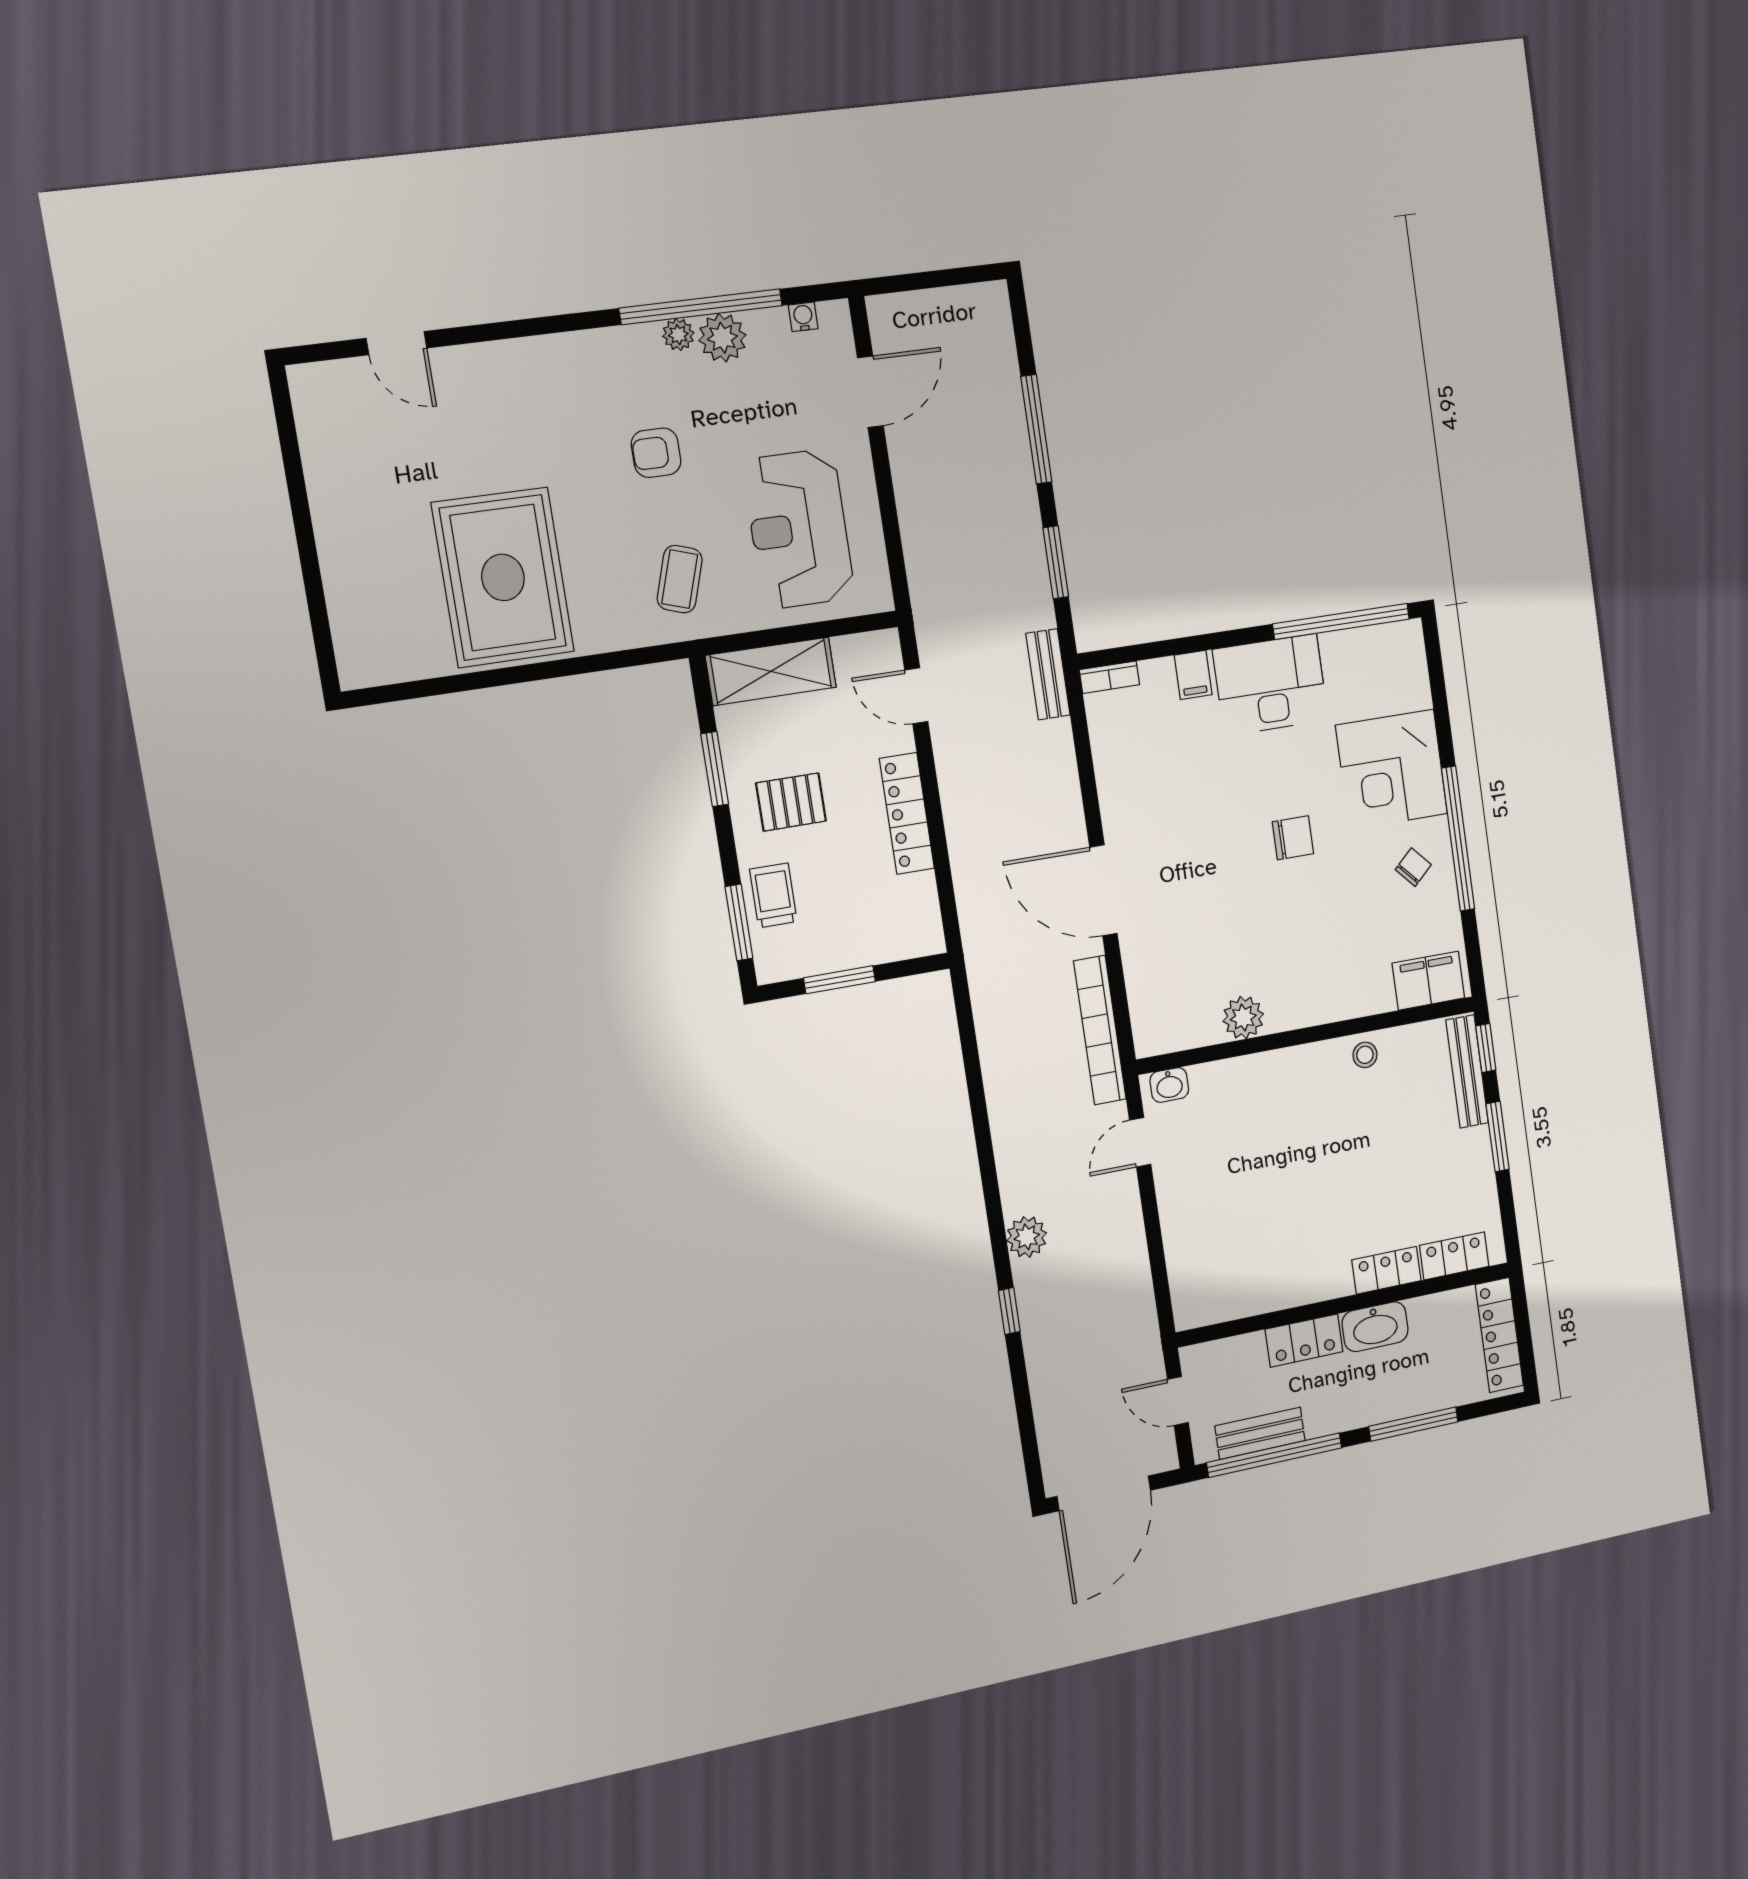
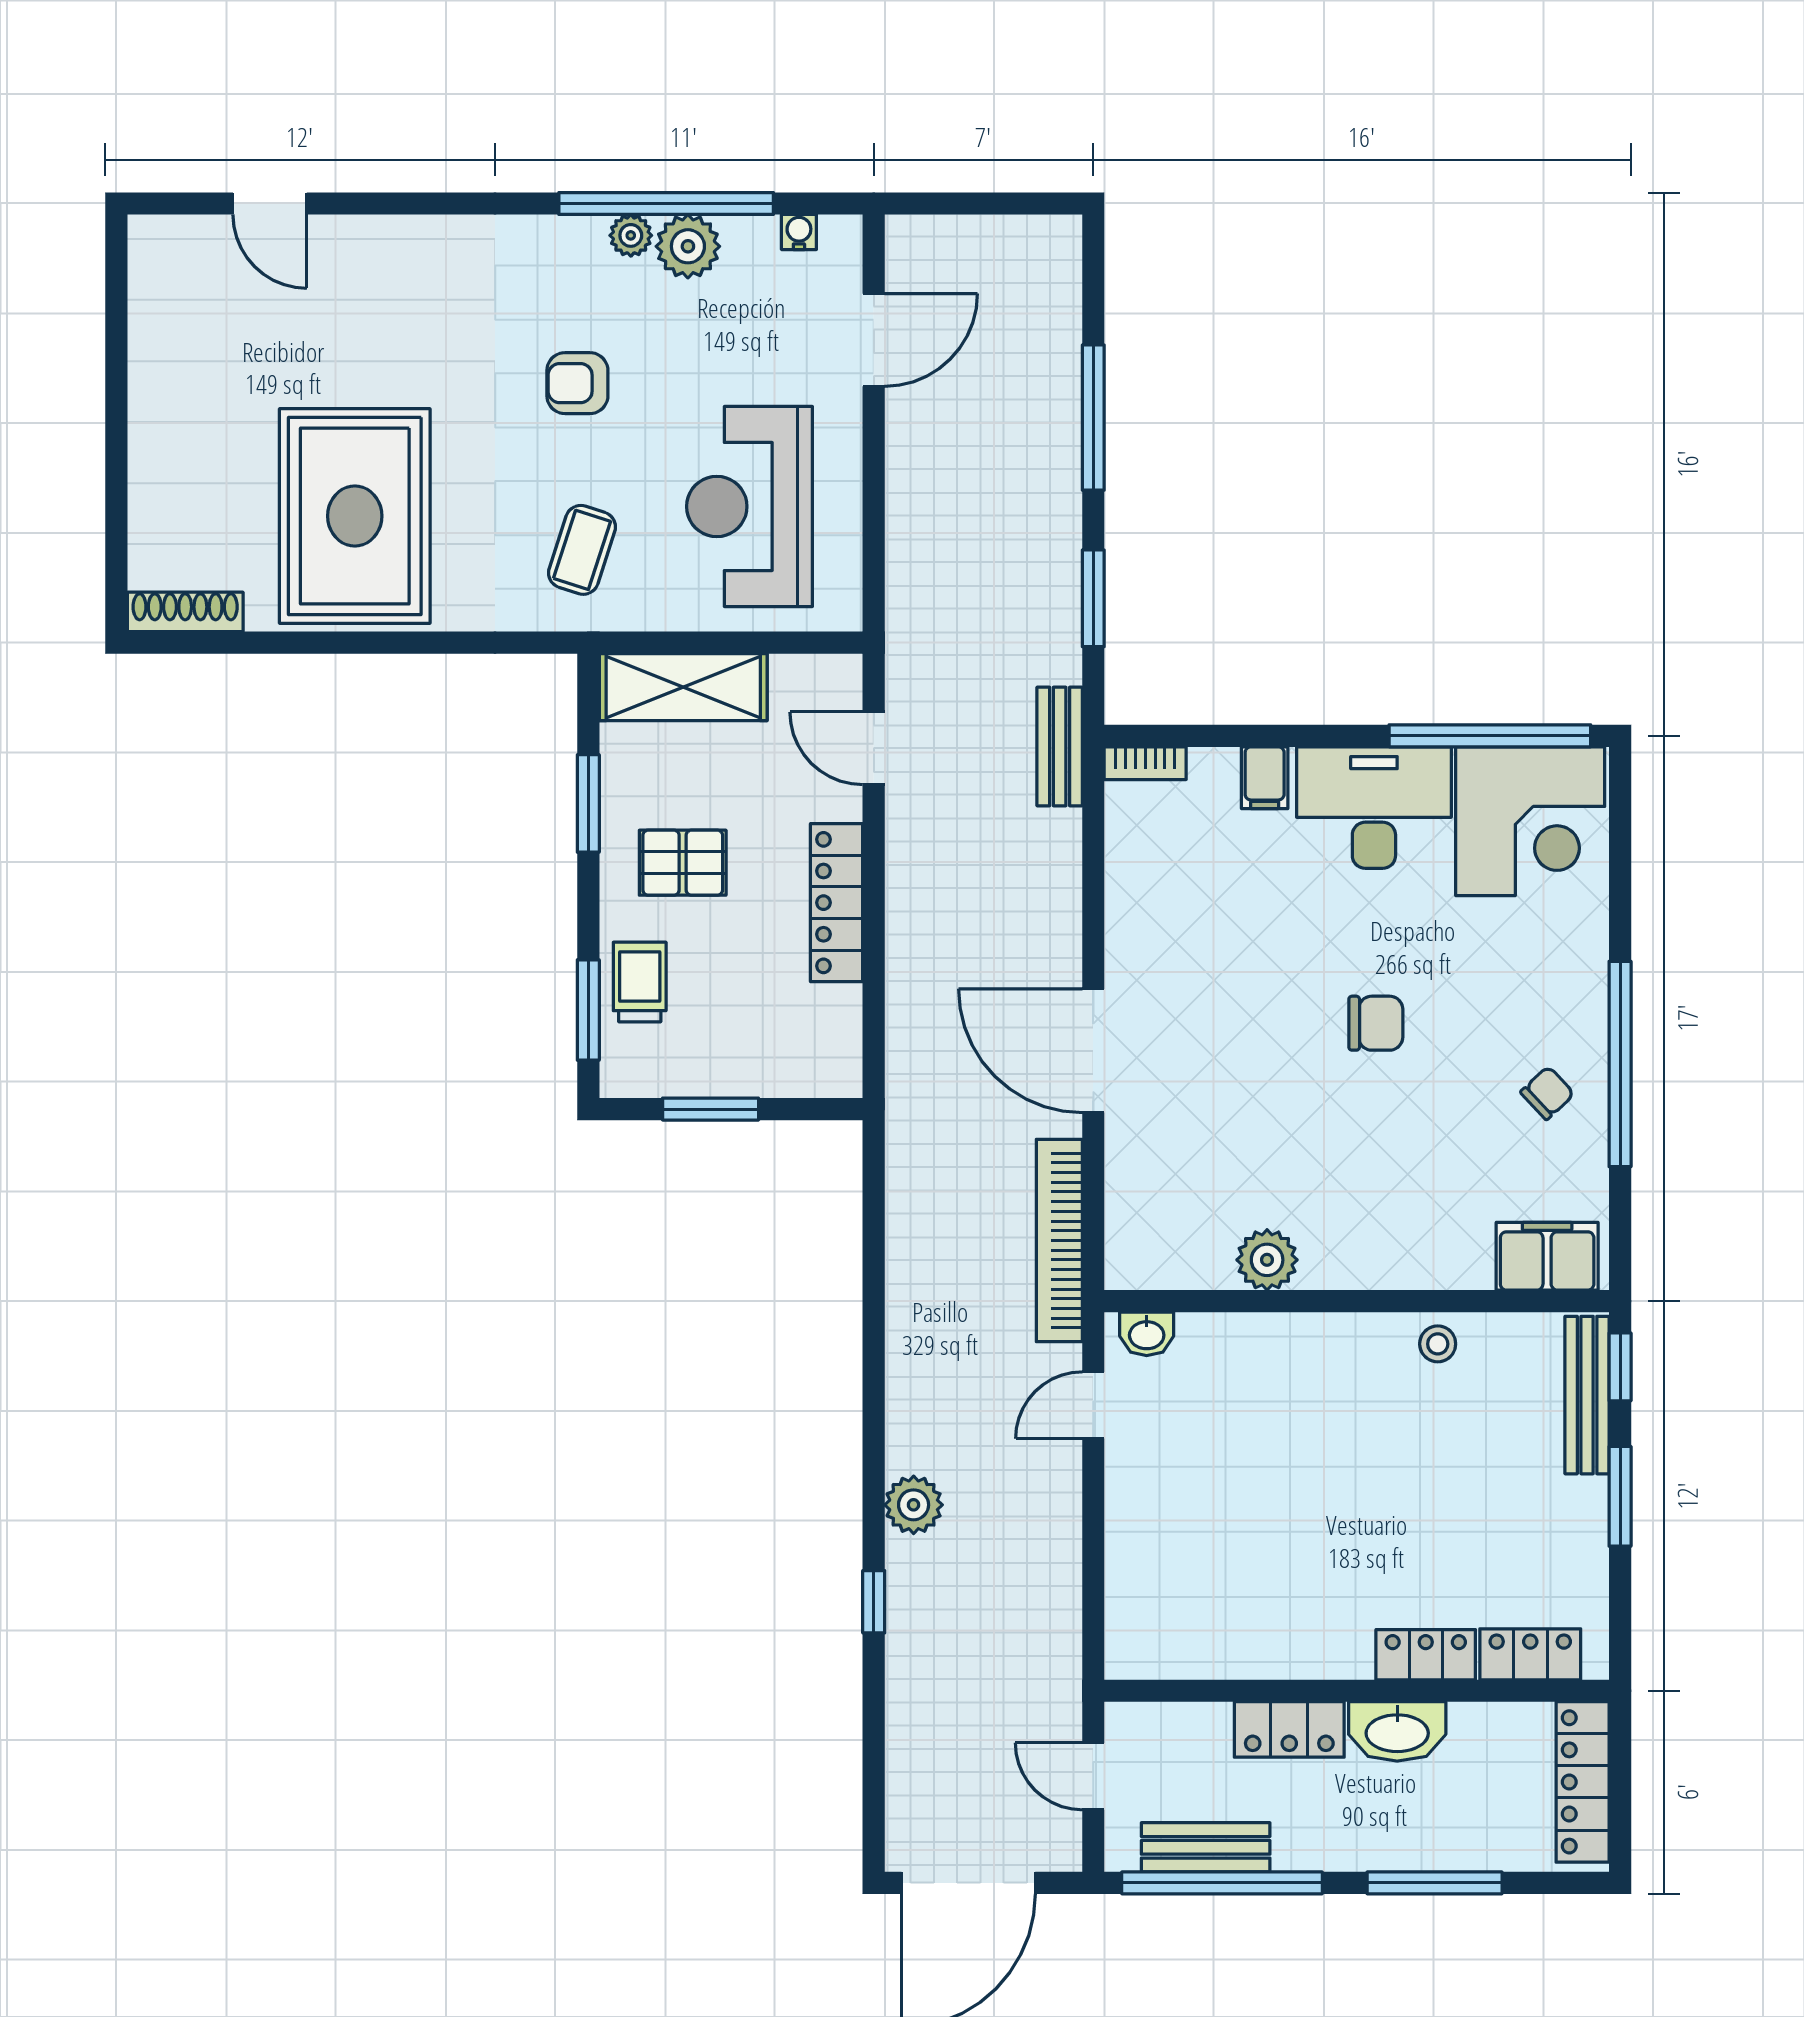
shoe rack: (384, 670) -> (185, 612), added
corner desk: (1392, 770) -> (1530, 821), moved, turned -90

